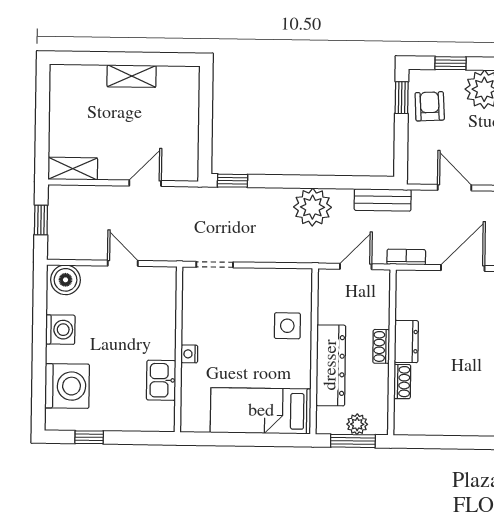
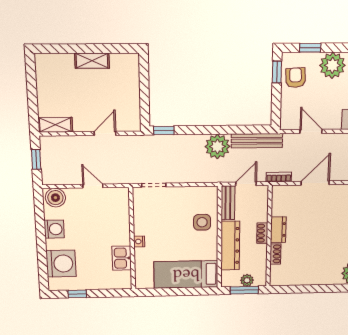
bench: (383, 200) -> (257, 141), width x1.36
bench: (328, 296) -> (228, 203), added

